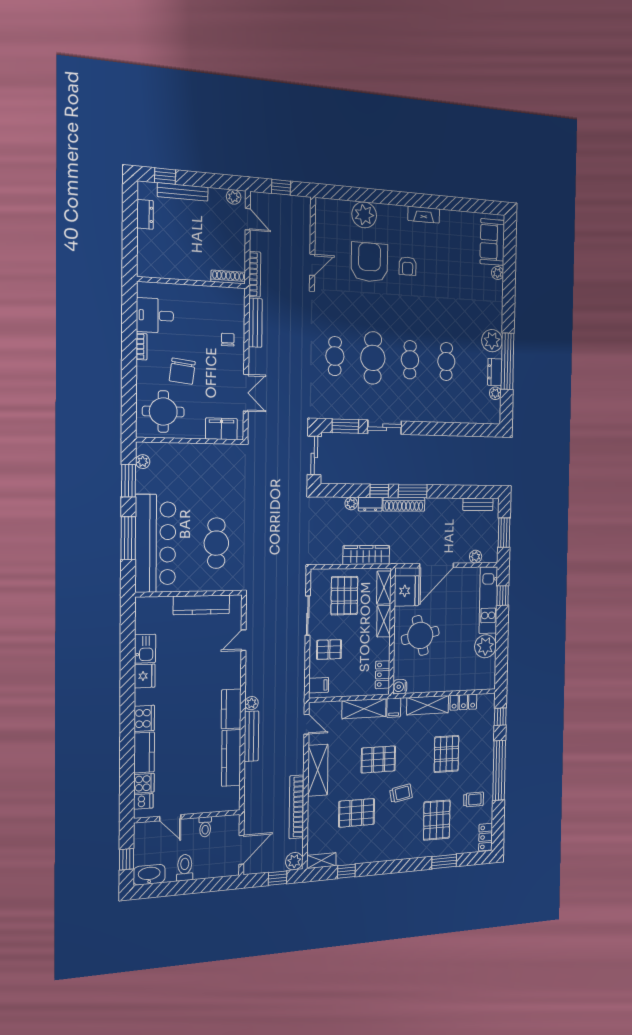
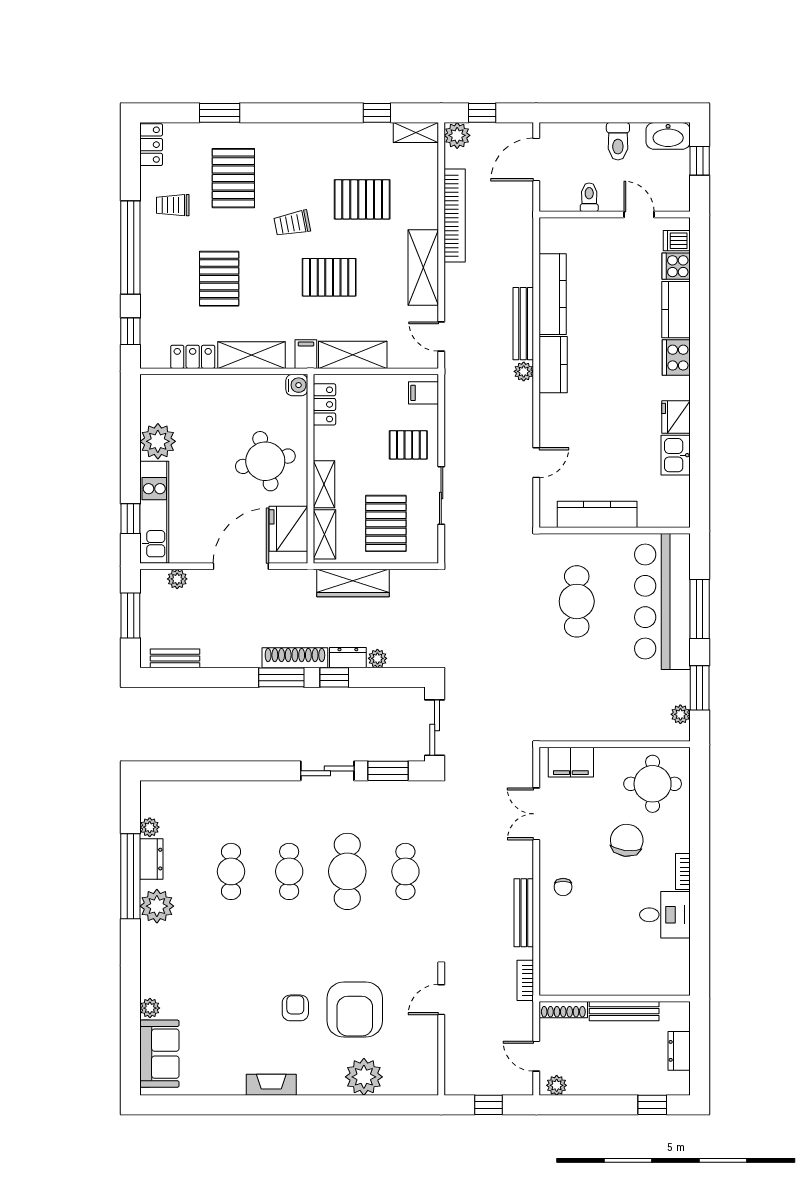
bench: (183, 192) -> (624, 1011), moved
bookcase: (255, 274) -> (525, 980), width x0.64
shoe rack: (228, 277) -> (563, 1010), moved
wall: (192, 283) -> (615, 999), moved

